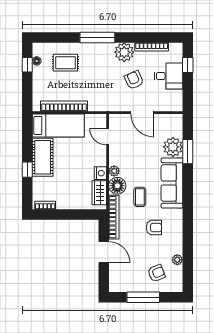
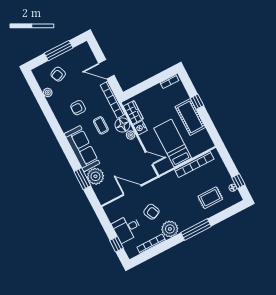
bed: (58, 126) -> (173, 143), moved, turned 90

